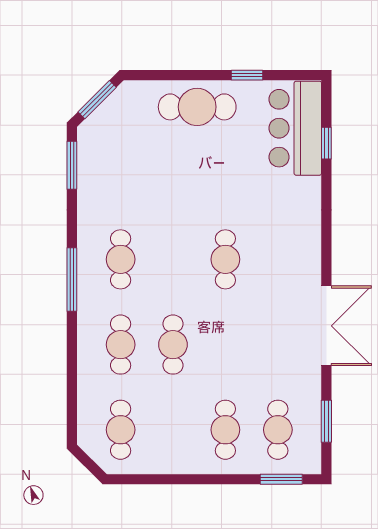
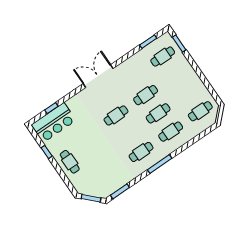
cafe table: (197, 107) -> (70, 162), width x0.73, depth x0.74
double door: (326, 326) -> (98, 76), moved
cafe table: (225, 430) -> (146, 95), moved

